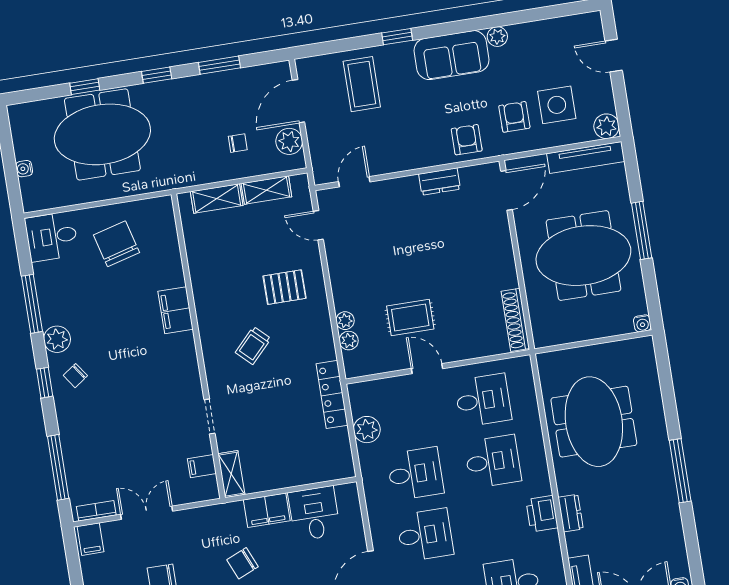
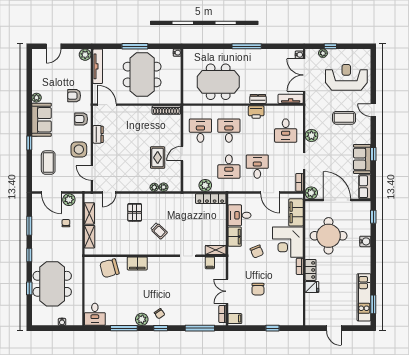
coffee table: (362, 84) -> (48, 163), turned 90
side table: (557, 105) -> (79, 149), moved
chair: (117, 244) -> (109, 268), moved
locker: (332, 394) -> (211, 199), moved
desk: (415, 474) -> (229, 167), turned 180

